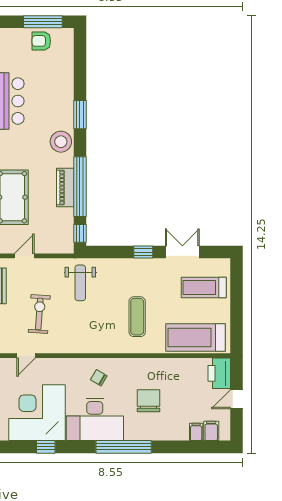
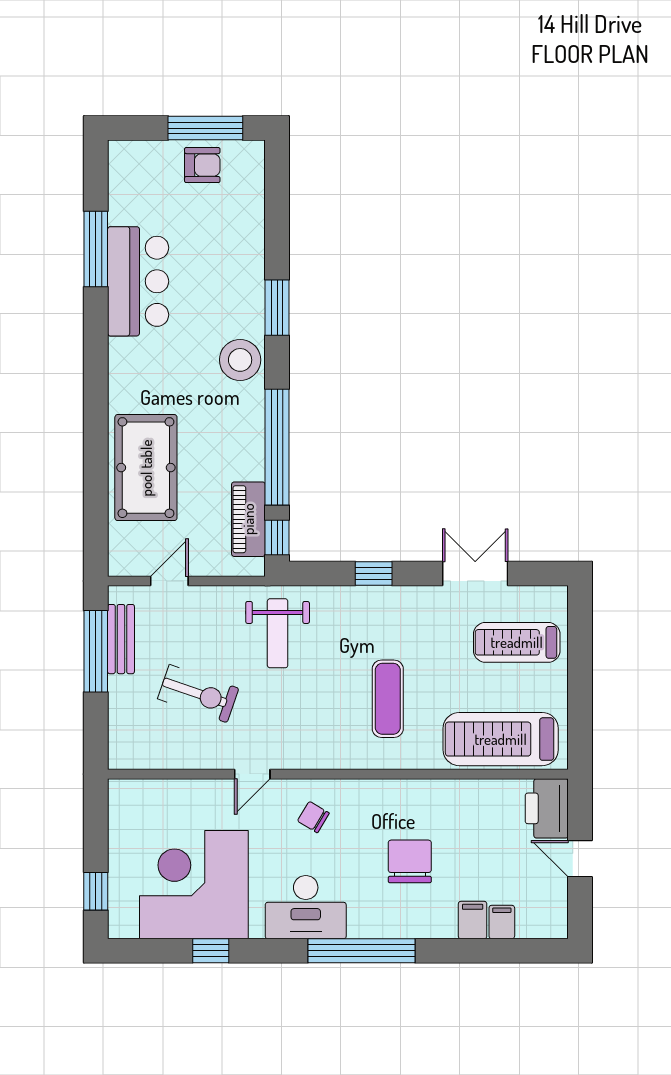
armchair: (41, 41) -> (202, 165), turned 180
piano: (65, 188) -> (248, 519), moved
window: (143, 252) -> (374, 574), moved
exercise bike: (39, 314) -> (198, 694), turned 105
door: (26, 356) -> (252, 774), moved
door: (236, 399) -> (580, 859), hinge flipped
desk: (95, 419) -> (306, 907), width x0.73, depth x0.77
filing cabinet: (211, 431) -> (473, 920), moved

